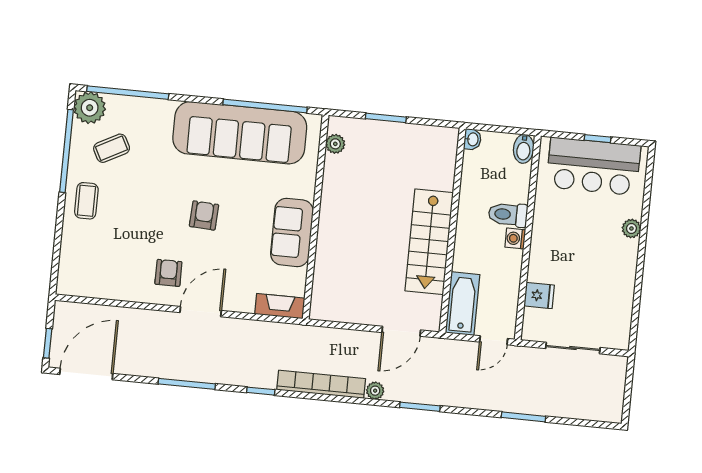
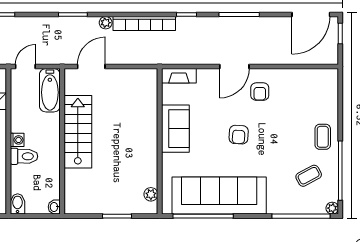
plant: (90, 108) -> (332, 208), width x0.53, depth x0.53

